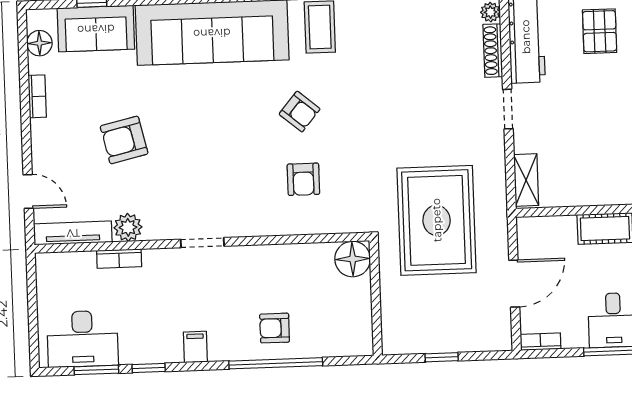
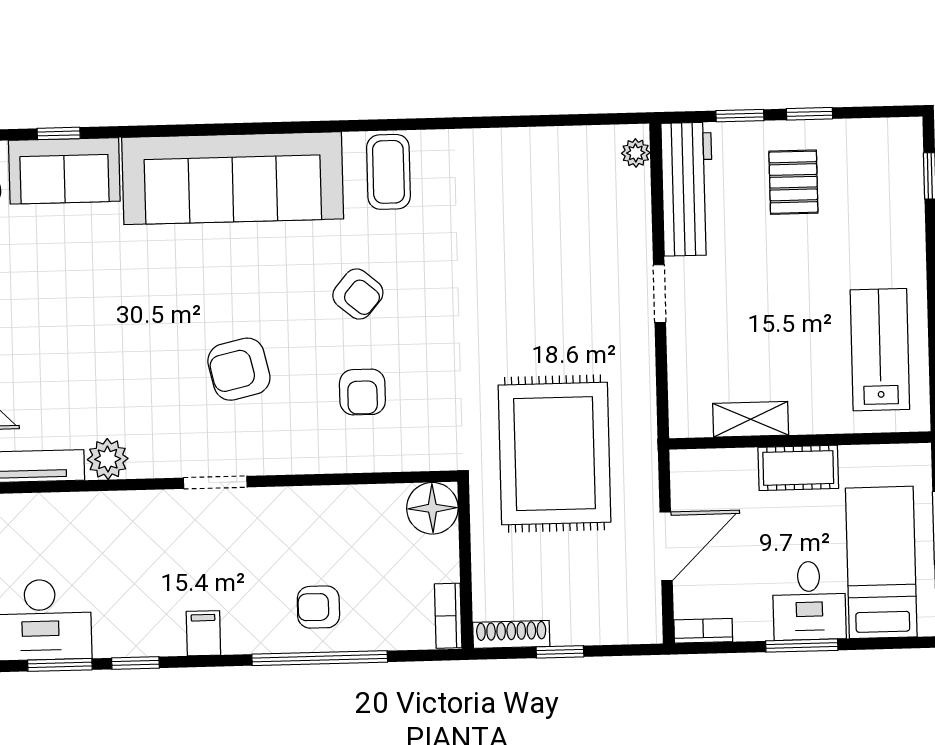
shoe rack: (493, 51) -> (511, 634), moved, turned 90
armchair: (124, 140) -> (239, 369), moved
shelving: (526, 180) -> (751, 419), moved, turned 90
bookcase: (119, 259) -> (448, 616), moved, turned 90

